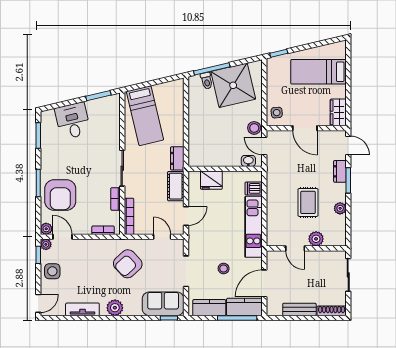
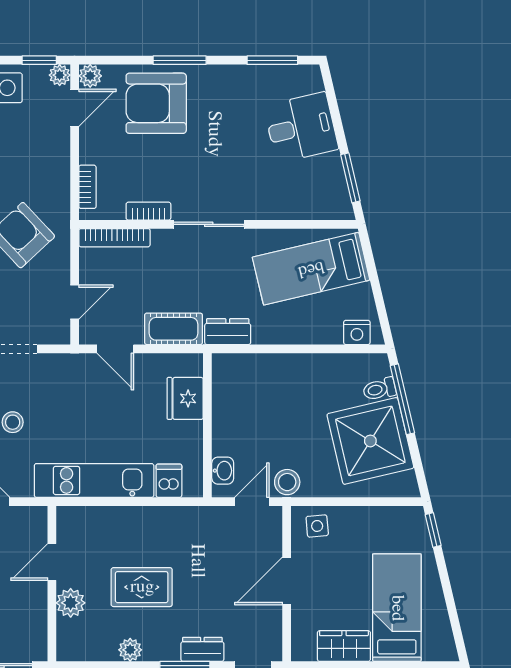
nightstand: (178, 92) -> (357, 332), added
wardrobe: (338, 112) -> (344, 646), moved

